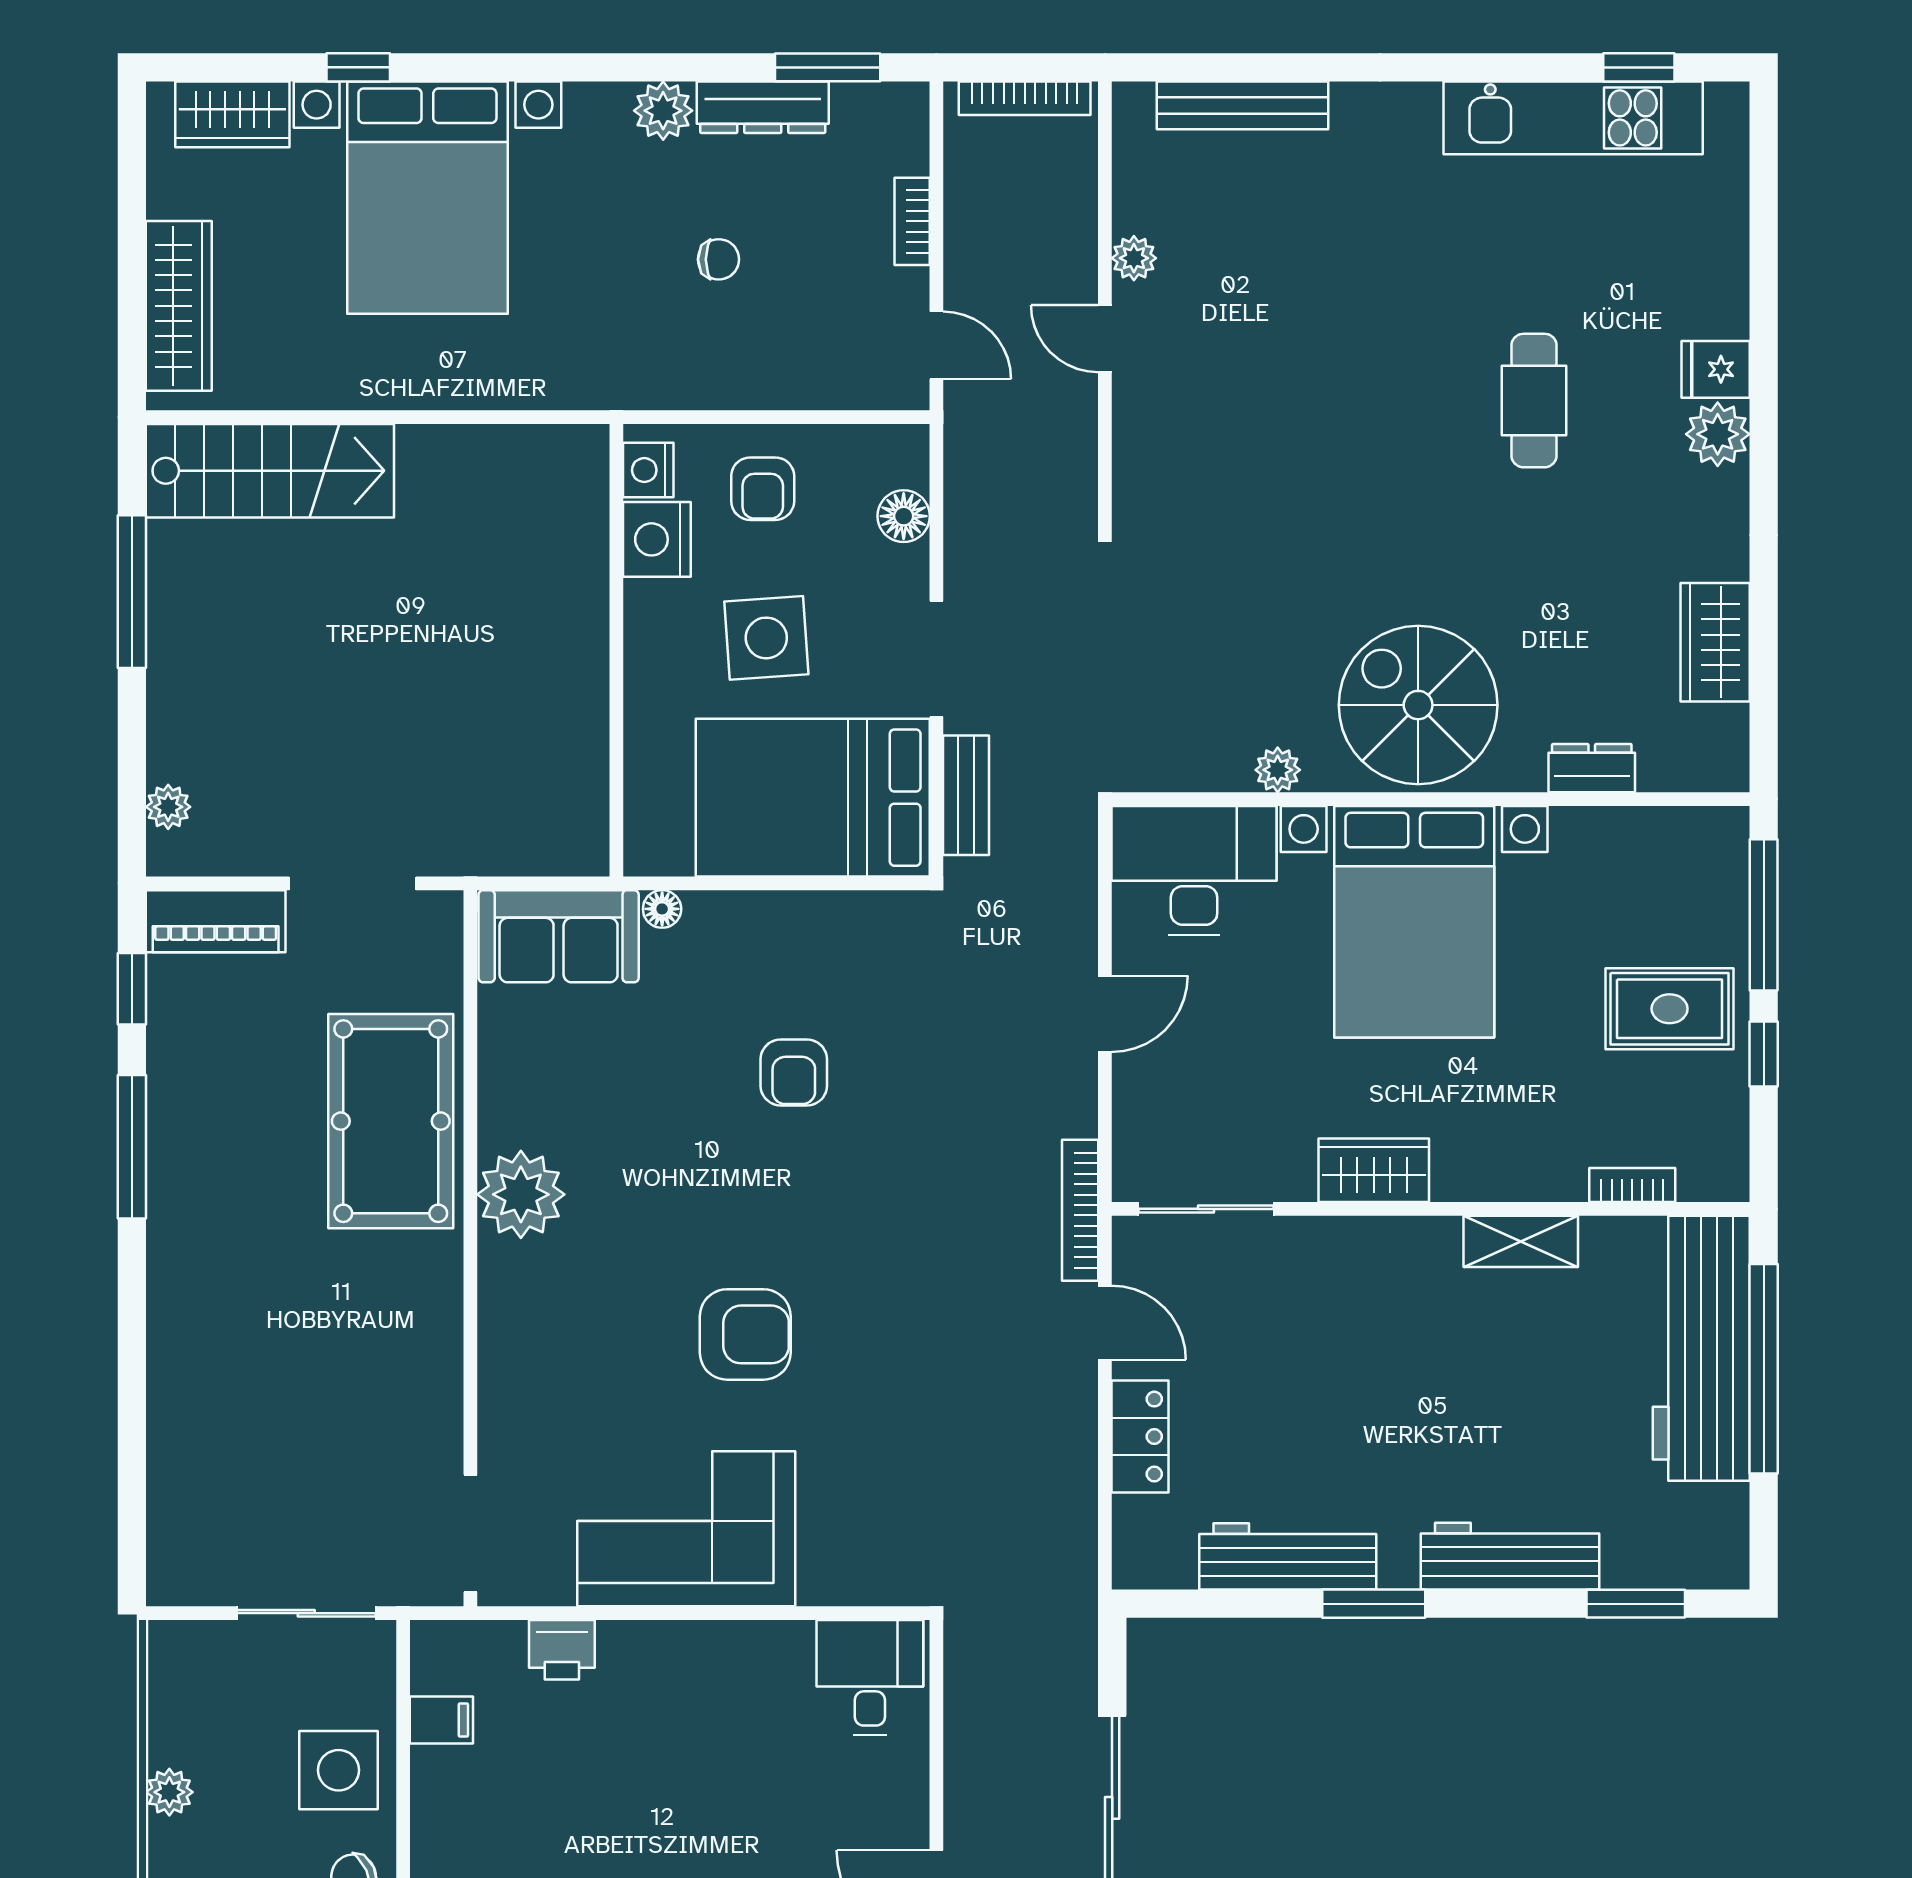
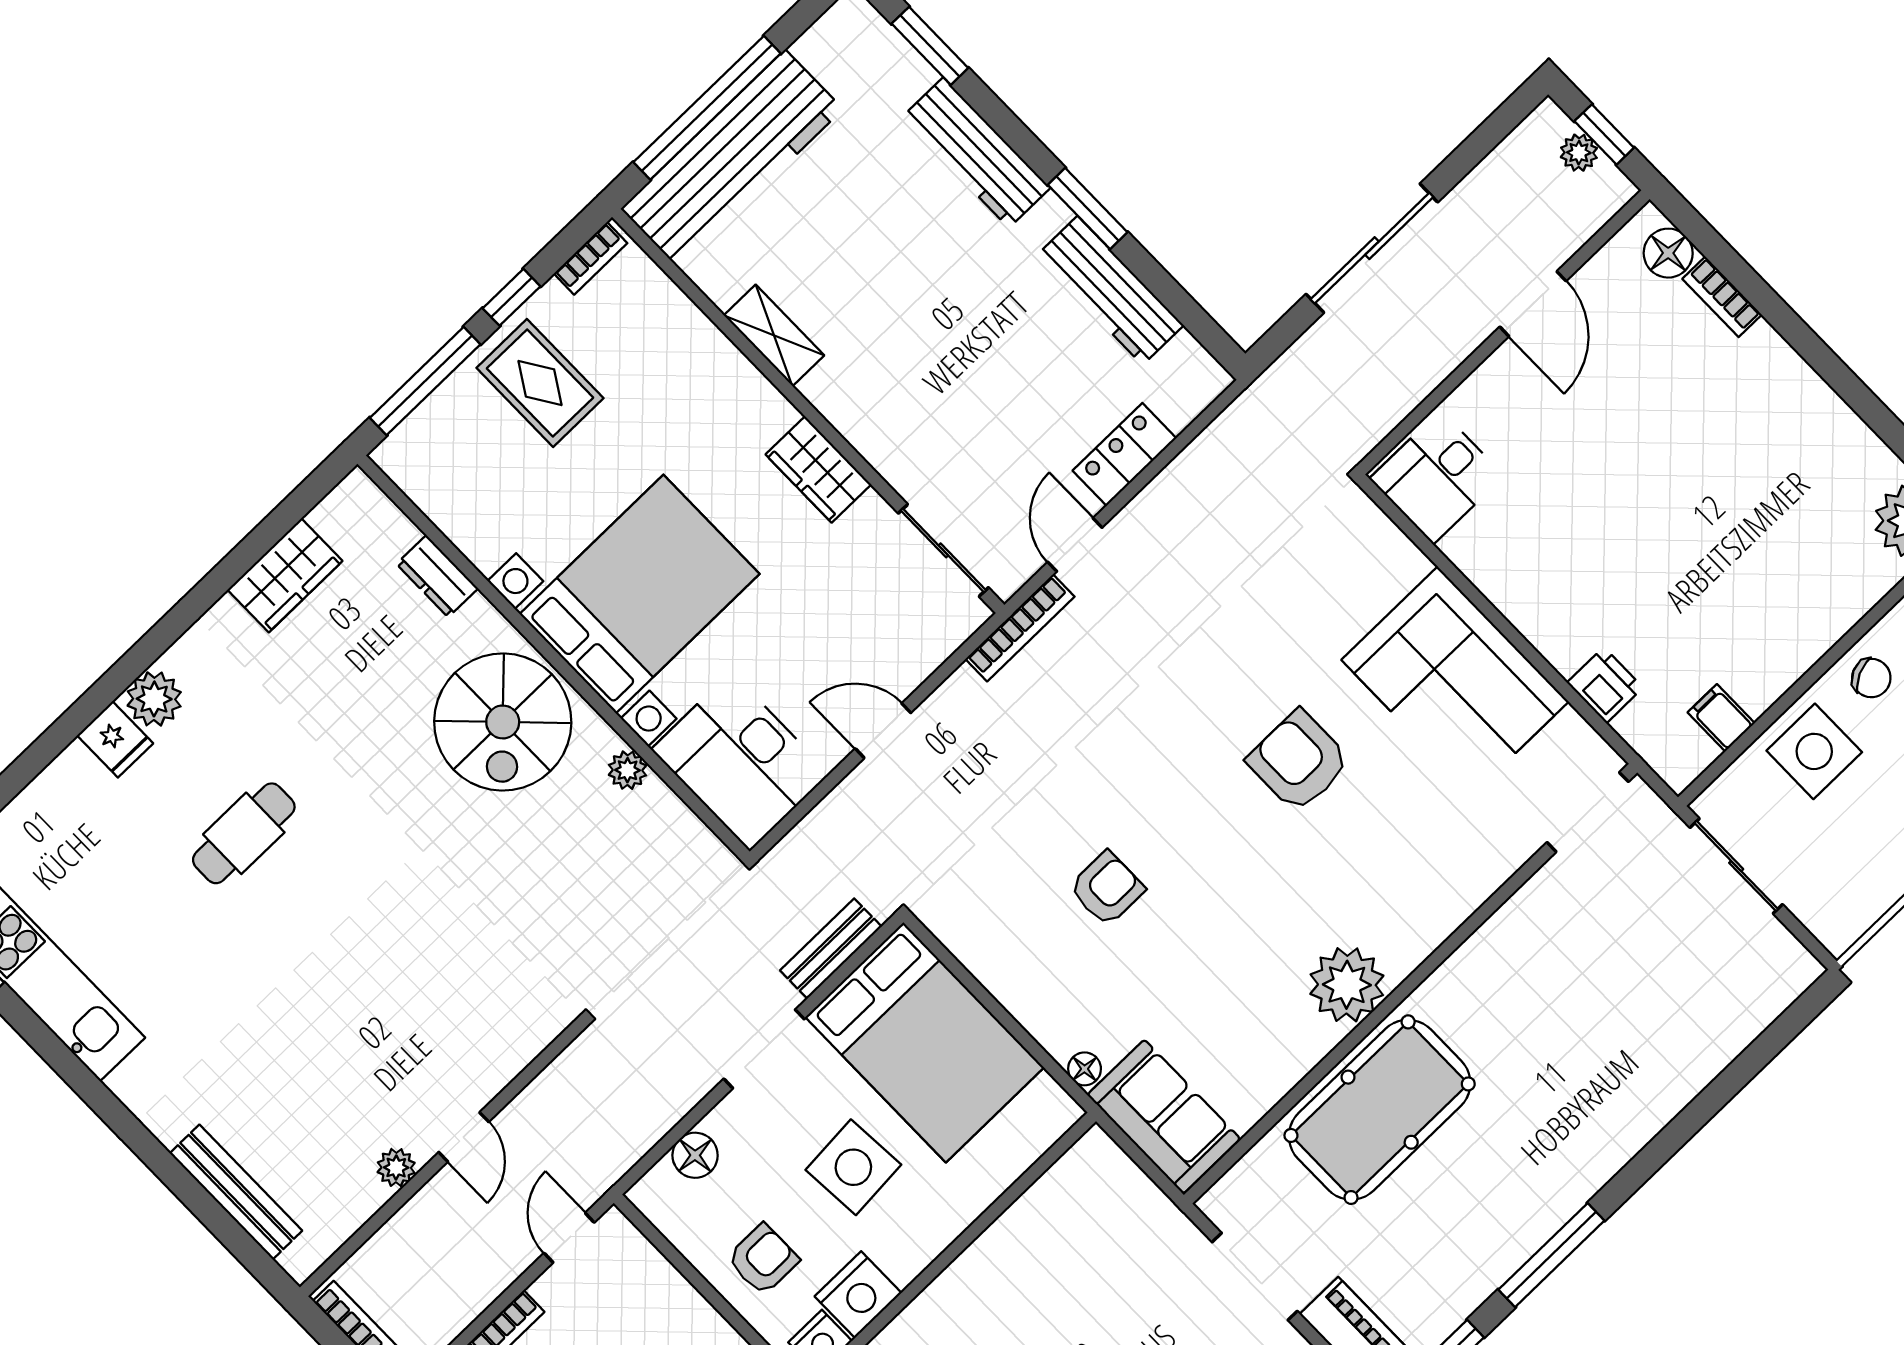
bookcase: (1632, 1185) -> (591, 258), moved, turned -90

